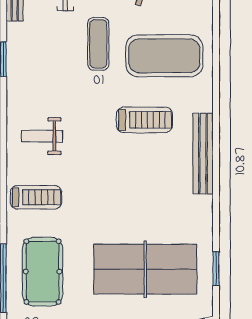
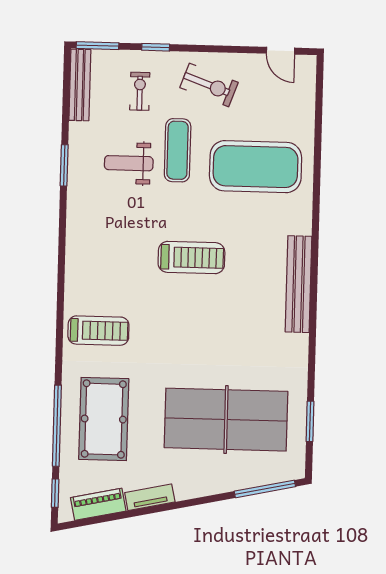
treadmill: (144, 120) -> (191, 257), moved
weight bench: (42, 136) -> (129, 163), moved

